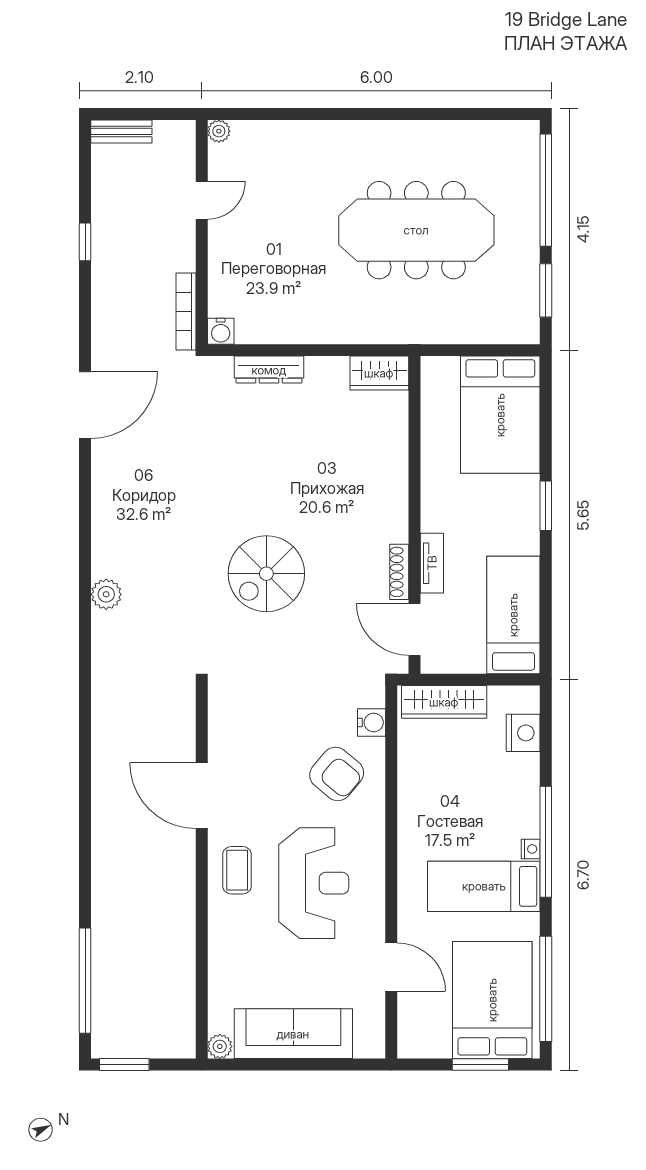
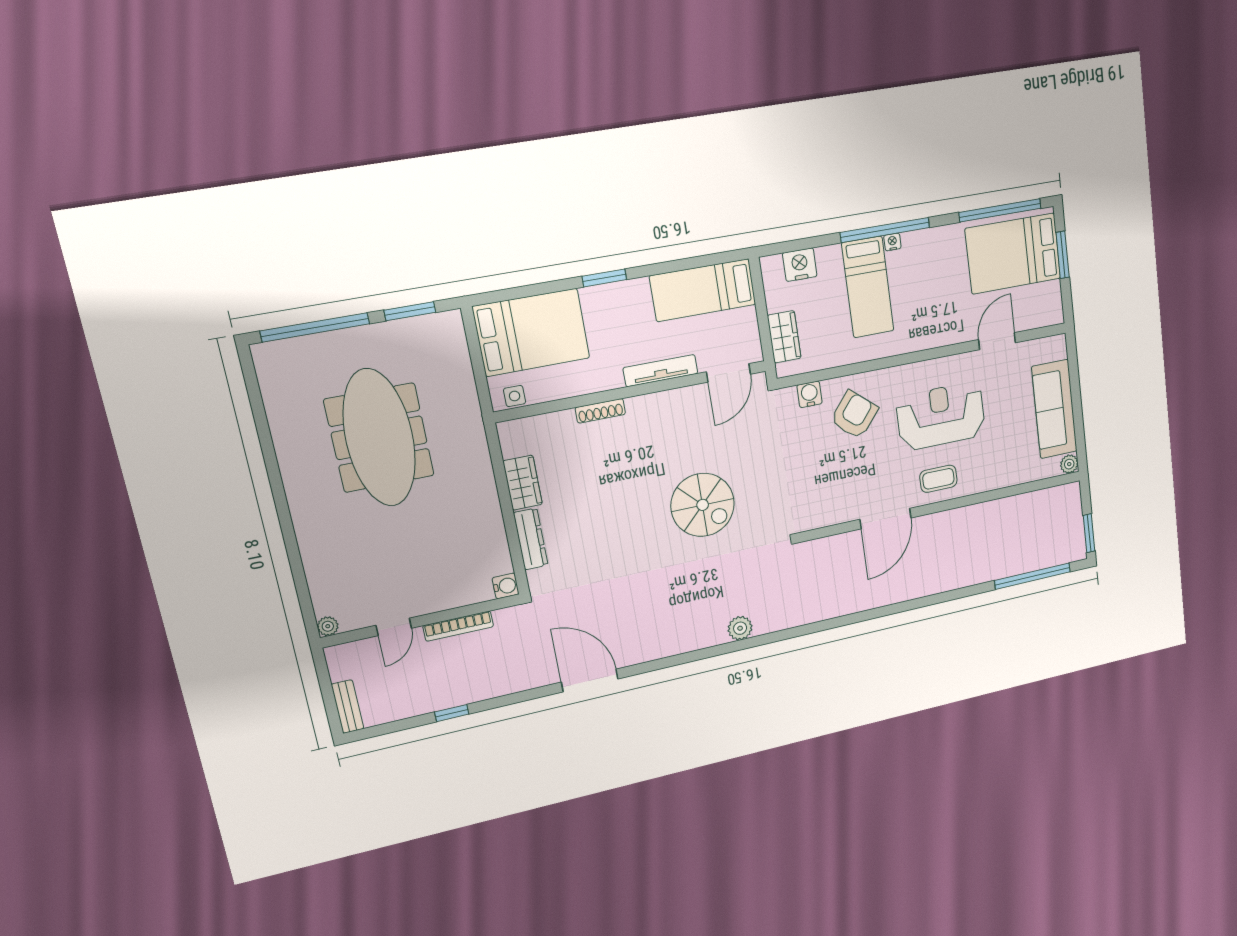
door: (202, 200) -> (394, 627), swing flipped
bookcase: (186, 311) -> (458, 626), moved
wardrobe: (379, 373) -> (523, 483), moved
side table: (434, 383) -> (515, 396), added
tv unit: (432, 563) -> (661, 371), width x1.41
shoe rack: (399, 572) -> (600, 411), moved
wardrobe: (444, 702) -> (784, 337), width x0.67
bed: (484, 886) -> (868, 287), moved

